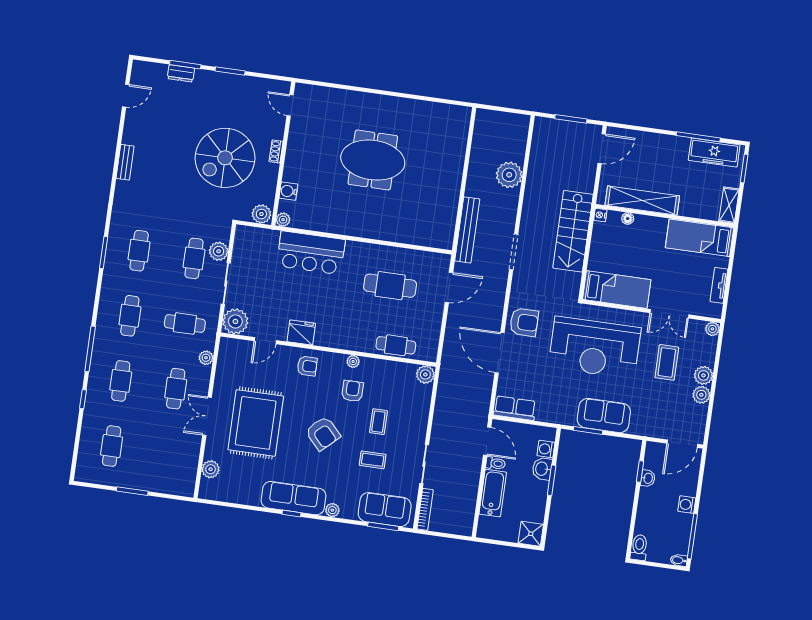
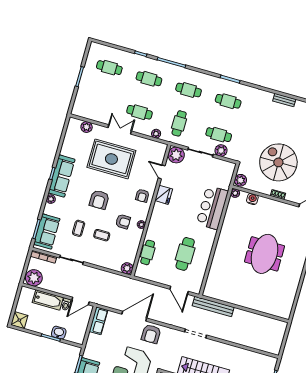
plant: (509, 175) -> (34, 278), moved
armchair: (323, 433) -> (99, 200), turned -47
washing machine: (546, 449) -> (71, 337), removed

